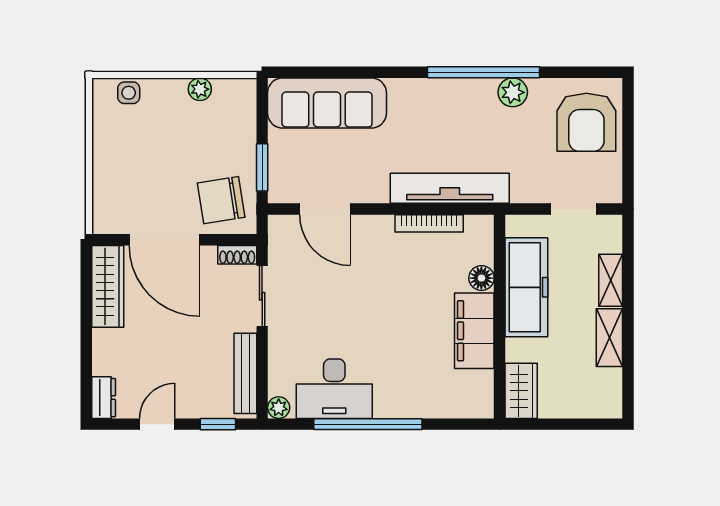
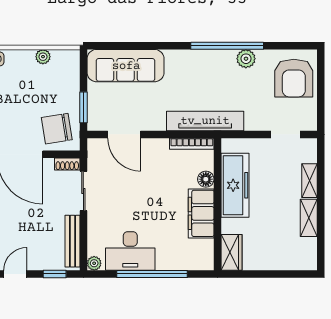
floor lamp: (481, 278) -> (206, 179), moved
freezer: (526, 287) -> (235, 185), moved
wall: (500, 317) -> (218, 204), moved
filing cabinet: (474, 331) -> (201, 213), moved
wardrobe: (521, 391) -> (232, 252), moved

